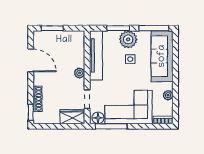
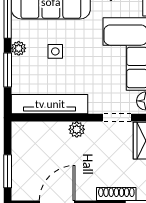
plant: (128, 39) -> (19, 48), width x0.53, depth x0.53

